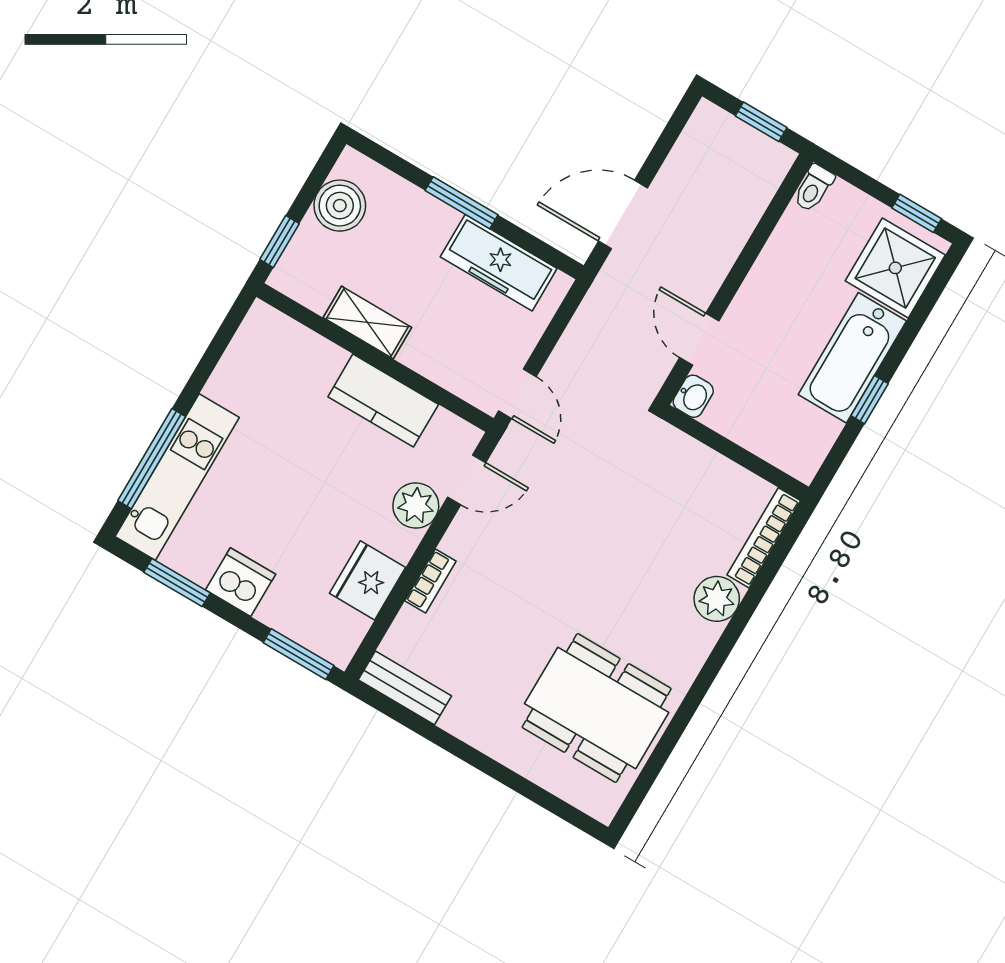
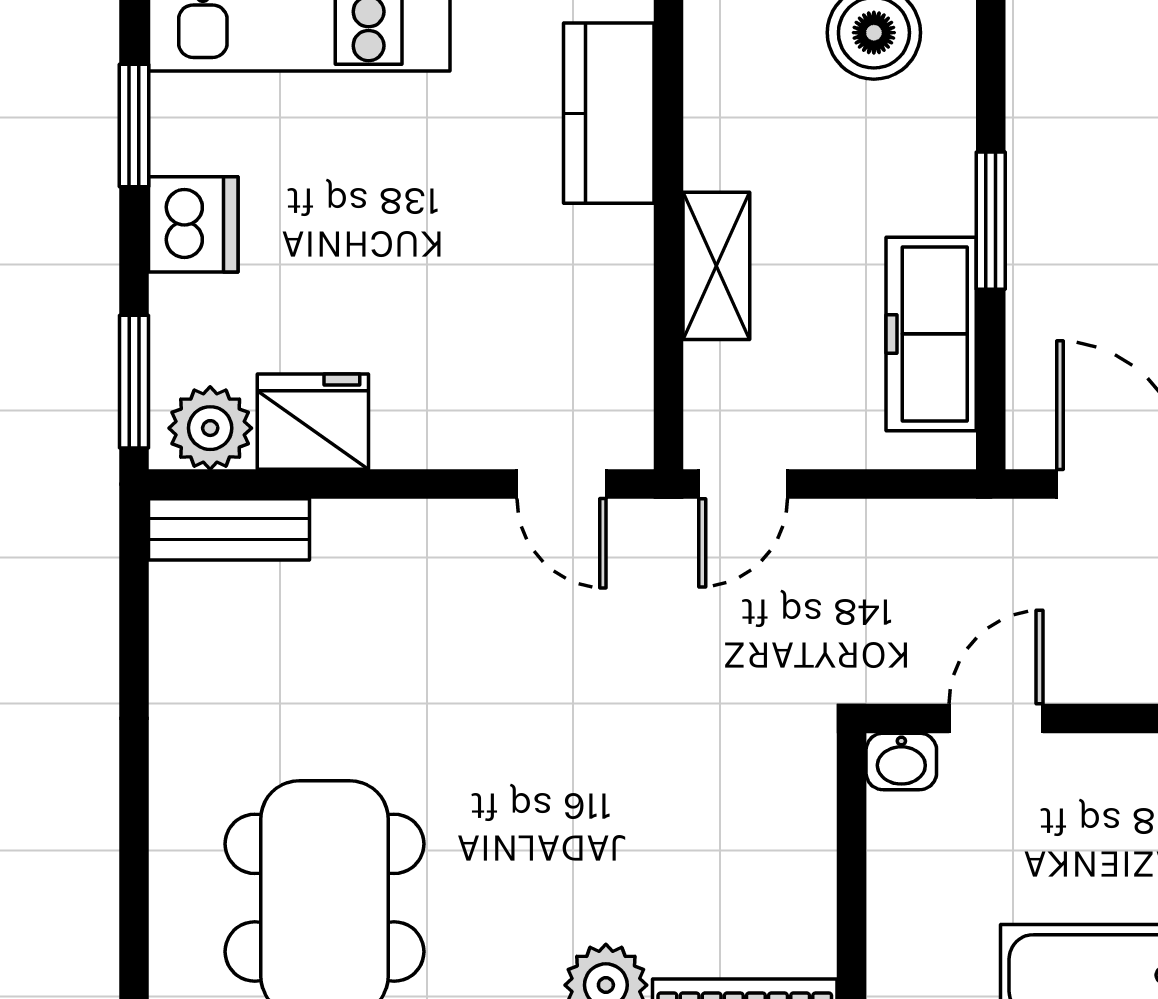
shelving: (367, 323) -> (716, 266), moved
kitchen counter: (383, 401) -> (609, 113), moved
plant: (416, 506) -> (210, 428), moved
bookcase: (430, 581) -> (370, 521), removed
bench: (405, 688) -> (229, 529), moved, turned 90

